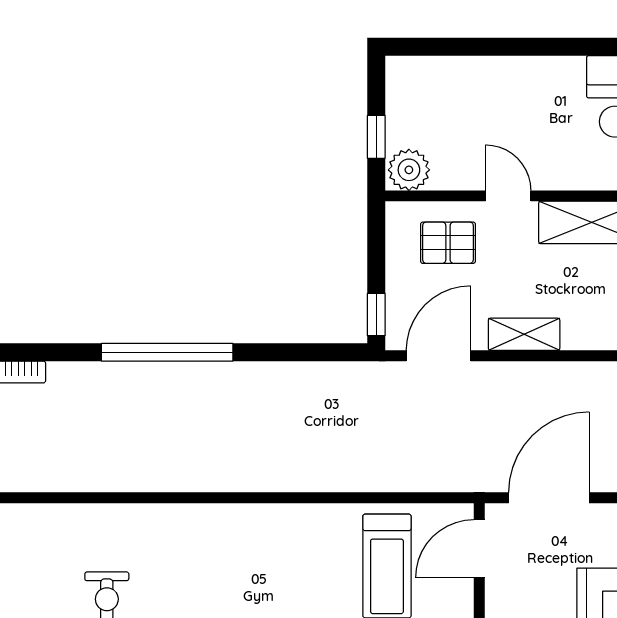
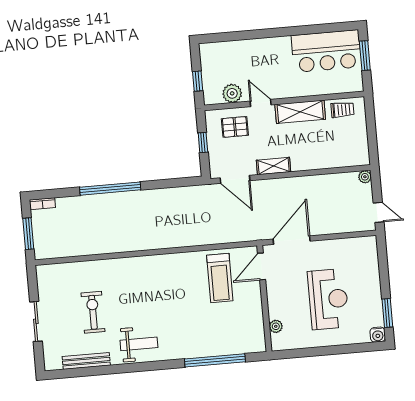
plant: (409, 170) -> (232, 93), moved
window: (376, 315) -> (203, 143), moved
door: (439, 356) -> (235, 179), swing flipped

